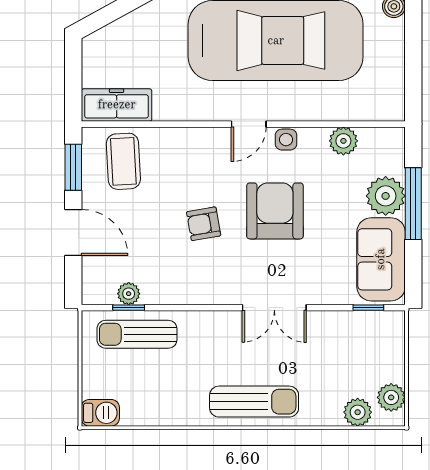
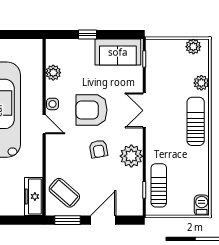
coffee table: (123, 161) -> (64, 193), turned 44
plant: (386, 196) -> (83, 50), removed
window: (413, 204) -> (87, 34), width x0.46
plant: (129, 294) -> (131, 156), moved, width x1.88, depth x1.88
double door: (274, 308) -> (144, 110), swing flipped
sun lounger: (137, 334) -> (159, 185), turned 180
plant: (358, 412) -> (201, 83), moved

